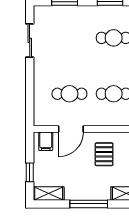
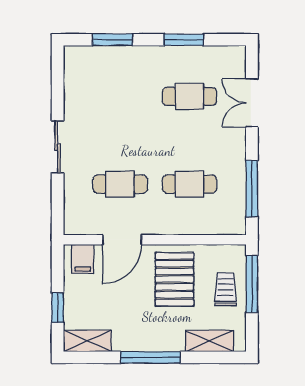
sliding door: (30, 40) -> (58, 147), moved
pallet: (104, 154) -> (174, 279), width x1.50, depth x1.42

